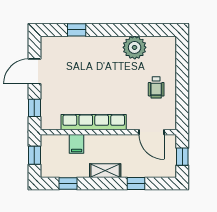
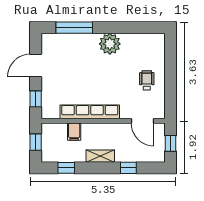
window: (77, 30) -> (74, 28), width x2.17
plant: (135, 47) -> (110, 44), moved
wheelchair: (156, 87) -> (147, 80), turned 180

